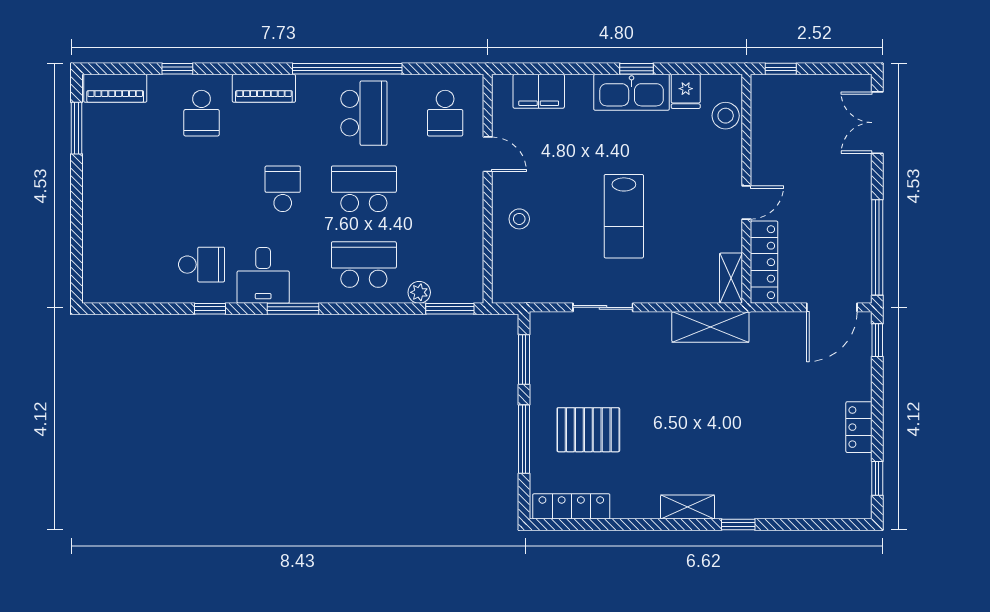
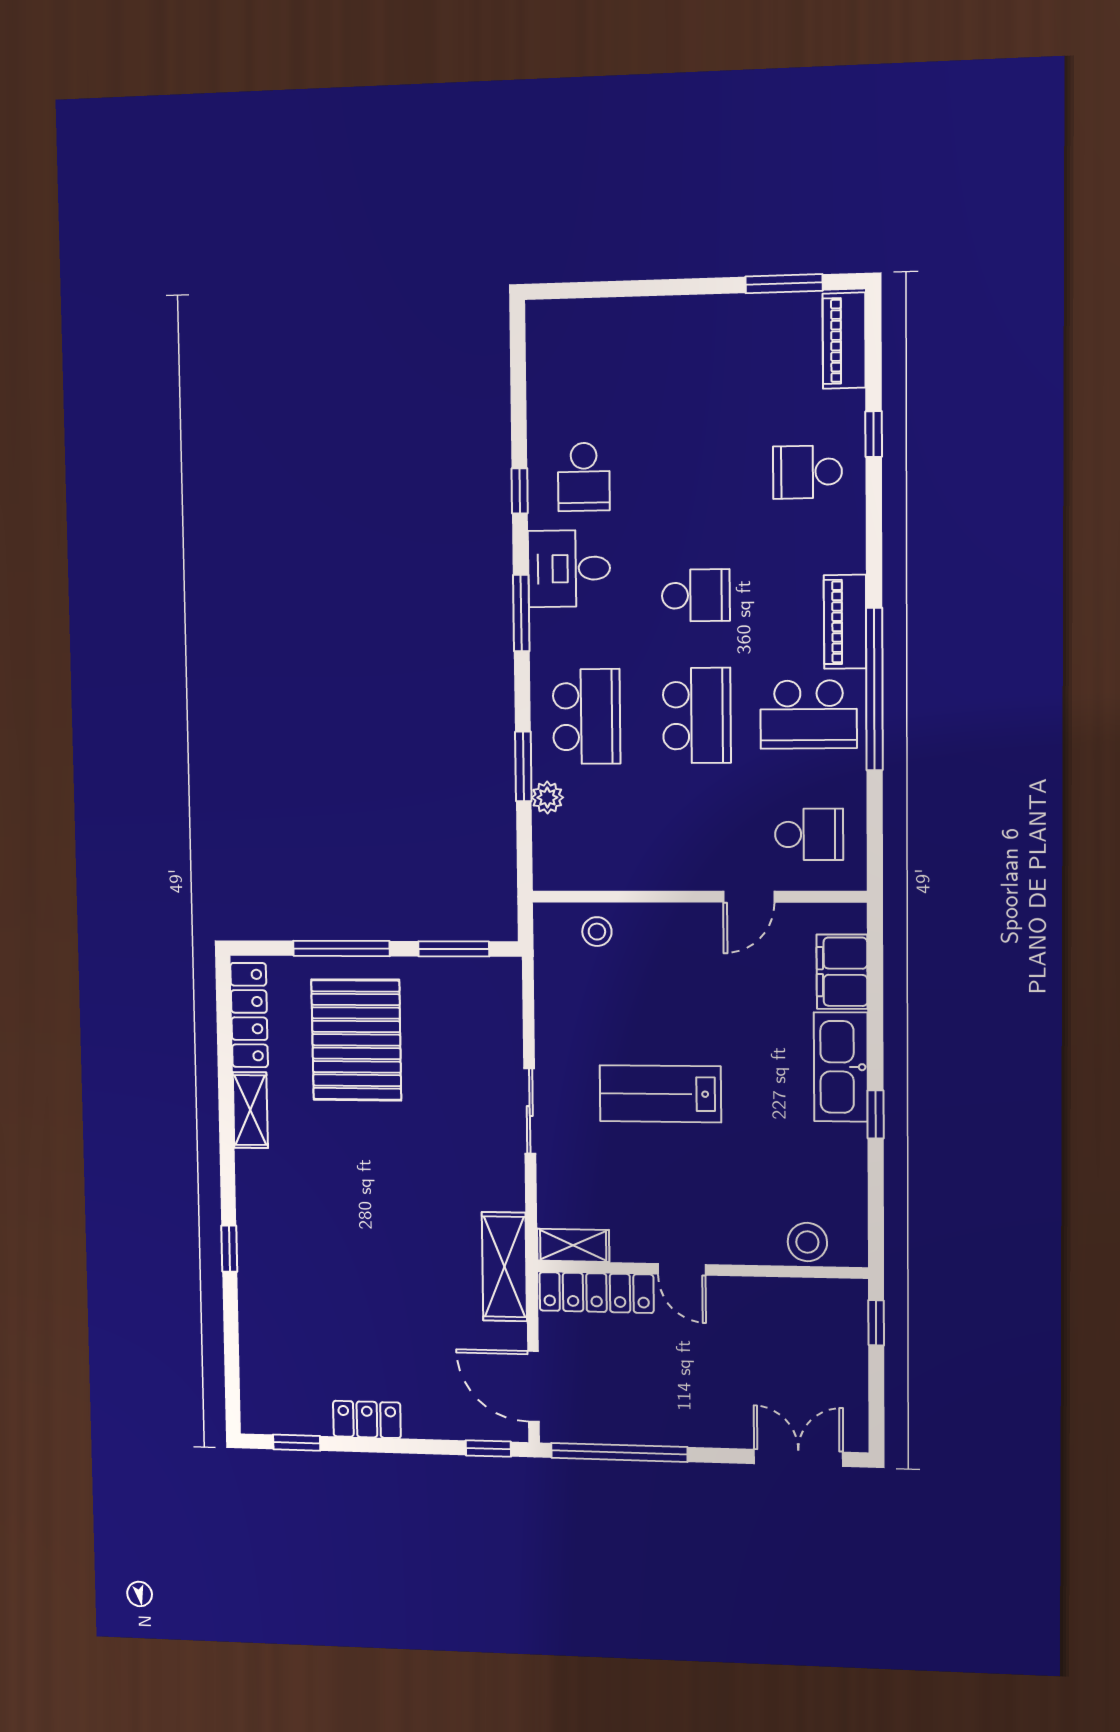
piano: (264, 88) -> (845, 622), moved
fridge: (686, 91) -> (843, 1185), removed
kitchen sink: (632, 92) -> (841, 1067), moved
school desk: (445, 113) -> (809, 834), turned 180
stool: (519, 219) -> (597, 932), moved
sliding door: (603, 307) -> (530, 1111), moved
window: (450, 309) -> (523, 766), moved
shelving: (710, 327) -> (504, 1267), moved
pallet: (588, 430) -> (356, 1040), width x1.37, depth x1.41
shelving: (688, 507) -> (250, 1110), moved

